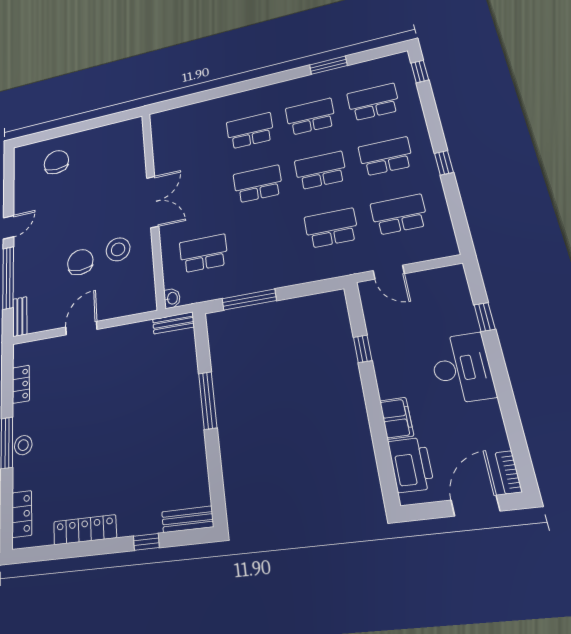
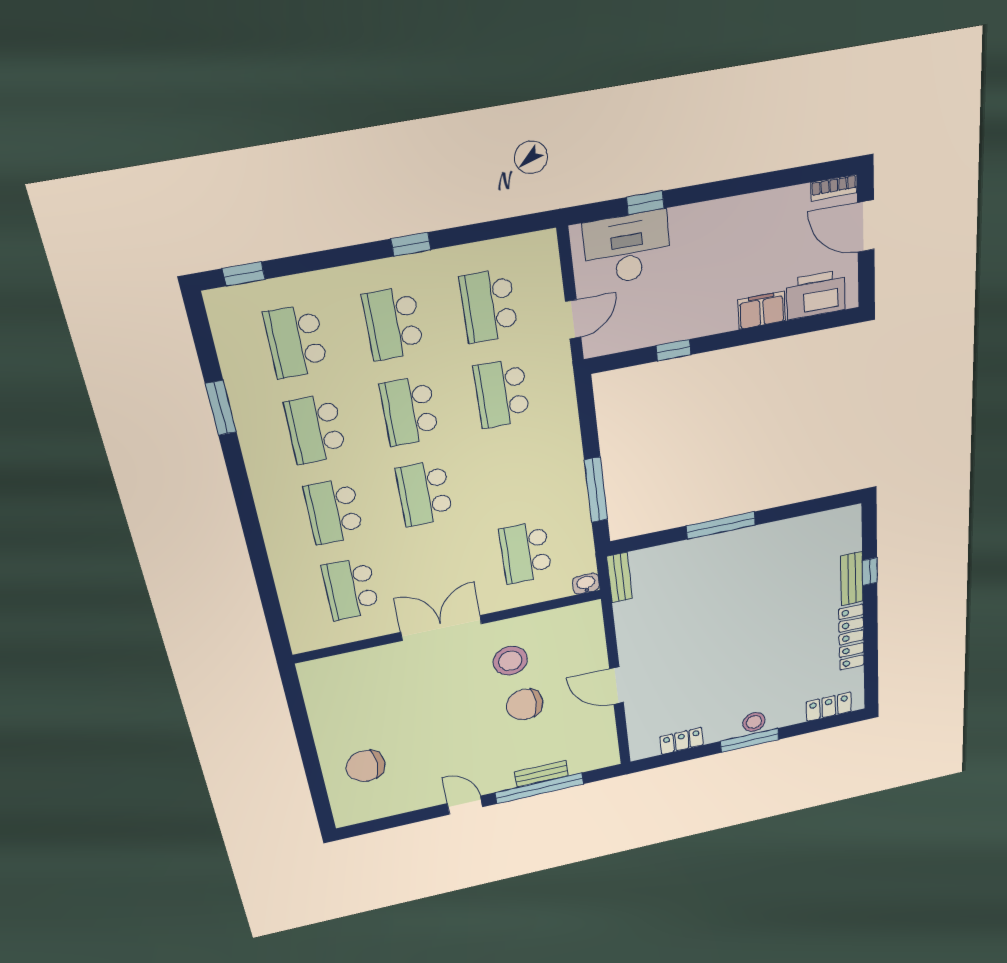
school desk: (192, 144) -> (351, 589), added
bench: (20, 317) -> (542, 774), moved
desk: (462, 368) -> (627, 248), moved
bench: (188, 519) -> (852, 579), moved

